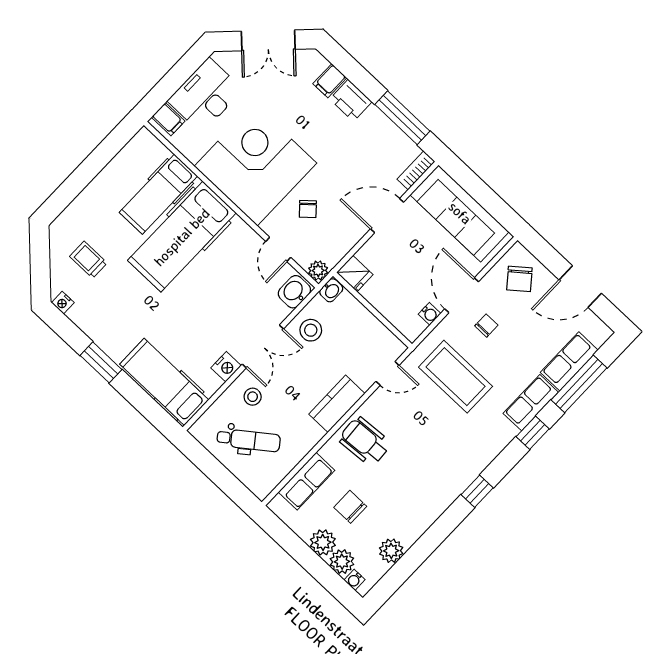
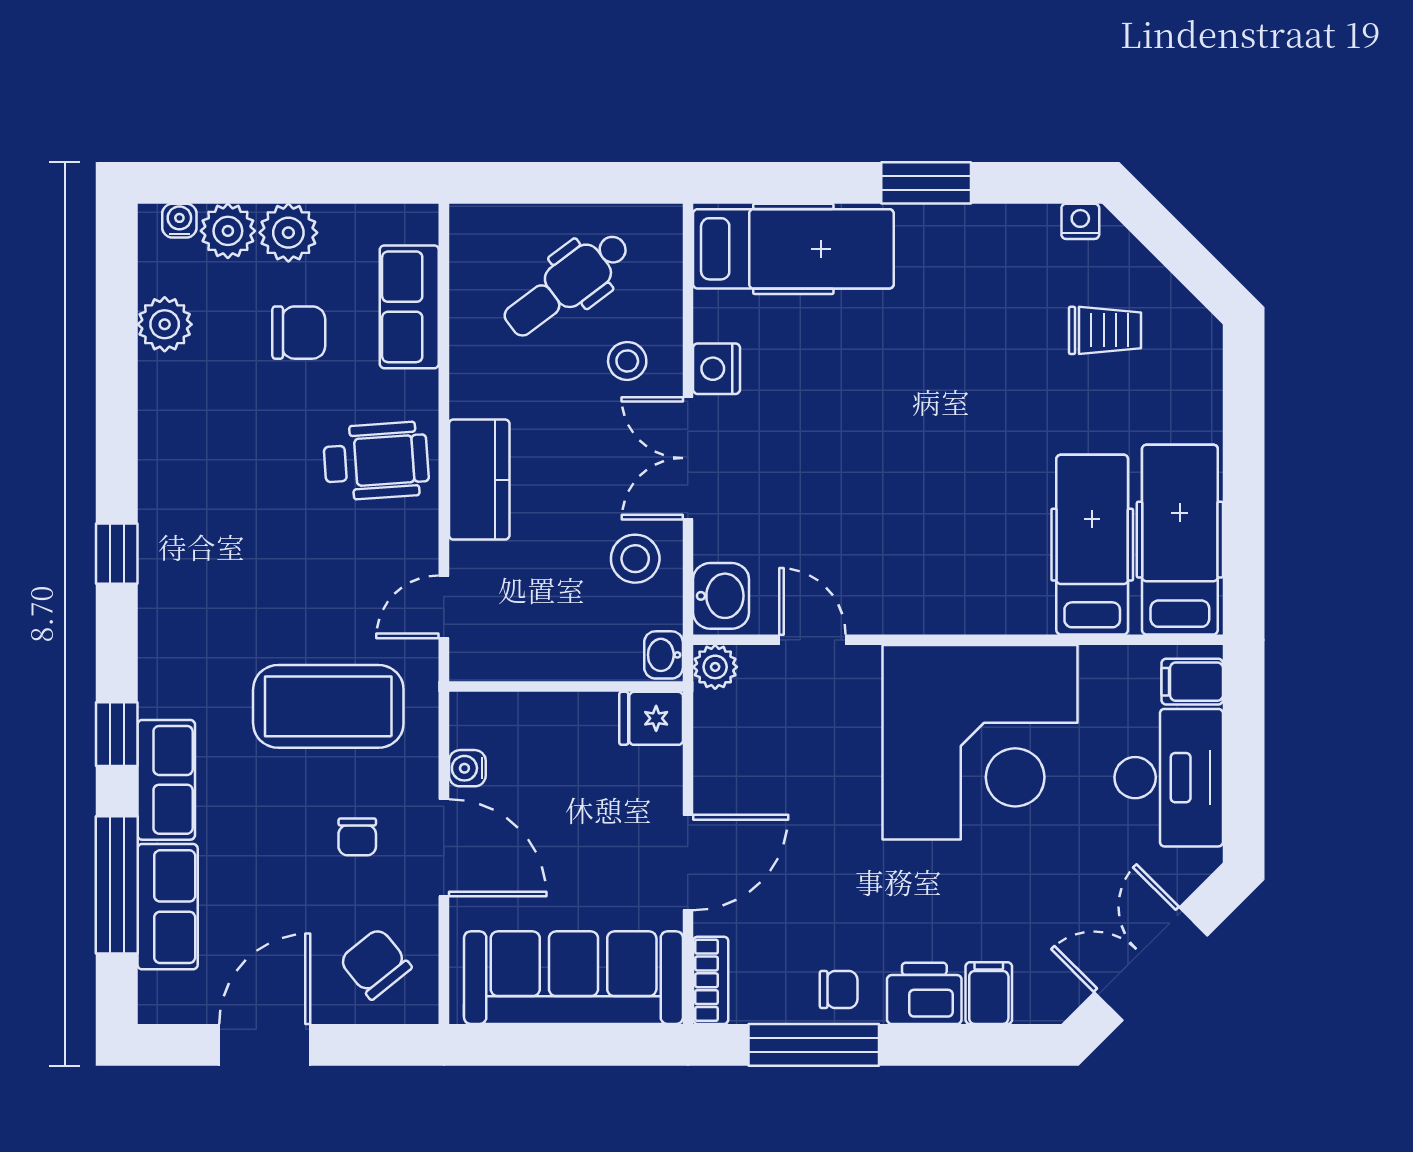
chair: (308, 209) -> (839, 989), moved, turned 132
hospital bed: (182, 237) -> (1180, 540), moved, width x0.73, depth x0.78

